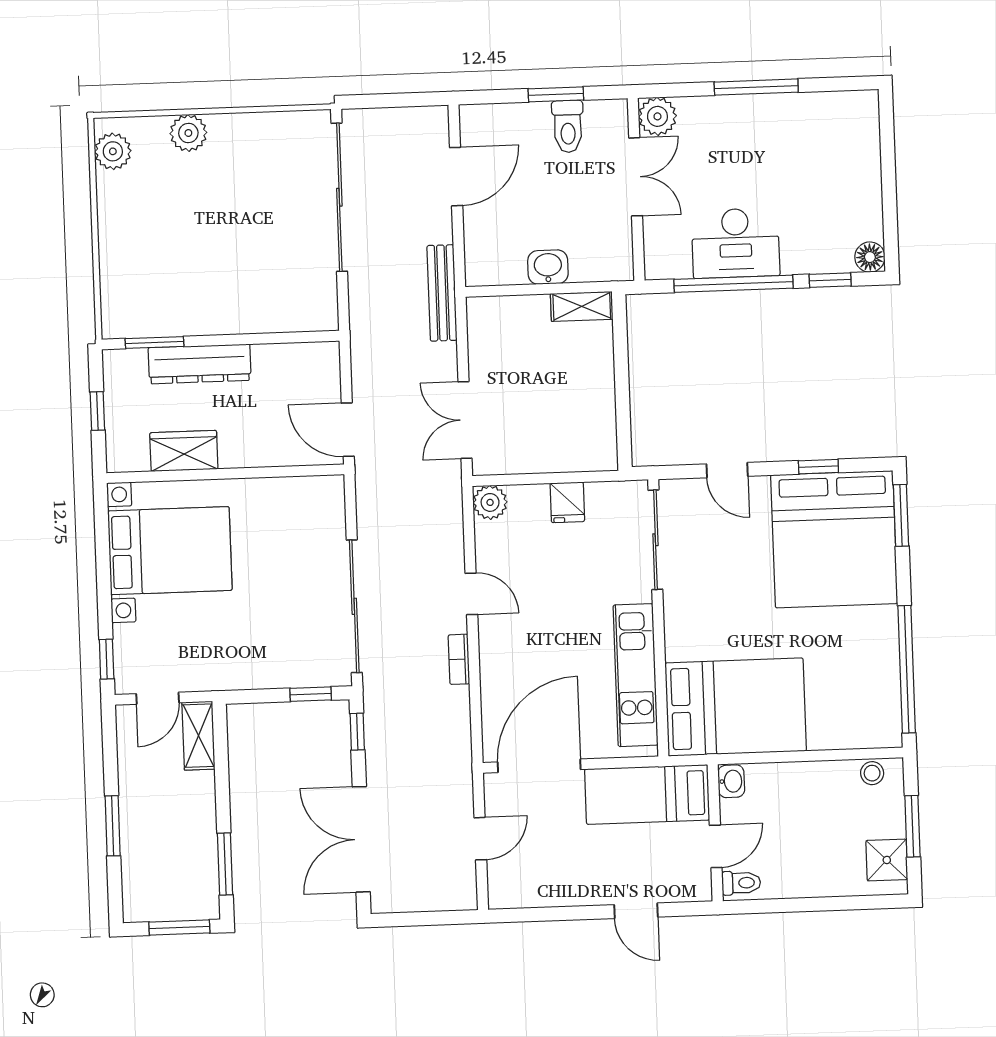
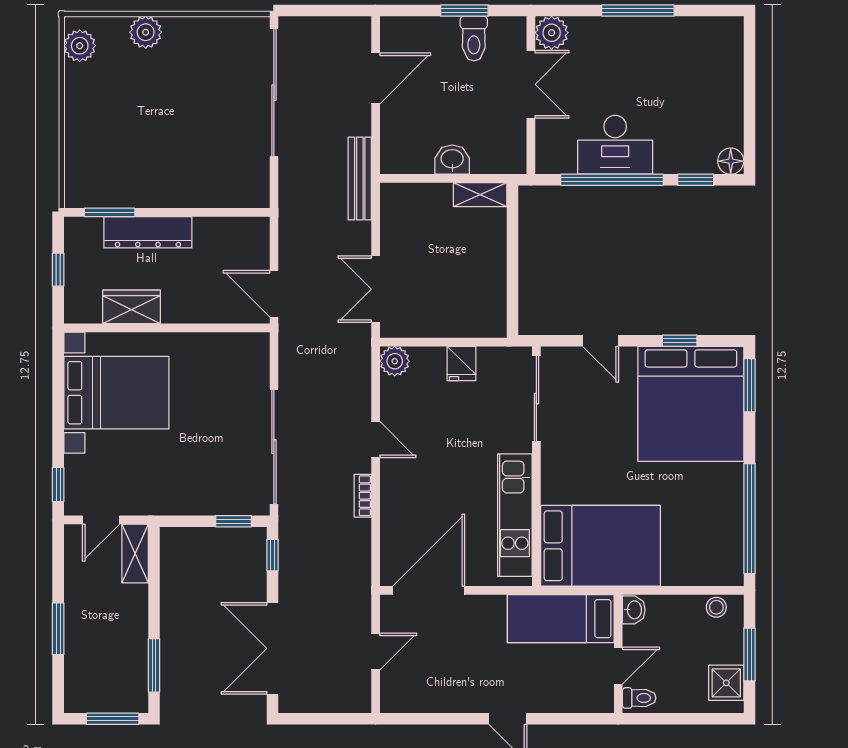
washbasin: (731, 781) -> (634, 610), moved
bed: (647, 795) -> (561, 619), moved
wall: (715, 833) -> (618, 654), moved
door: (716, 846) -> (618, 666), moved
toilet: (741, 883) -> (639, 698), moved

